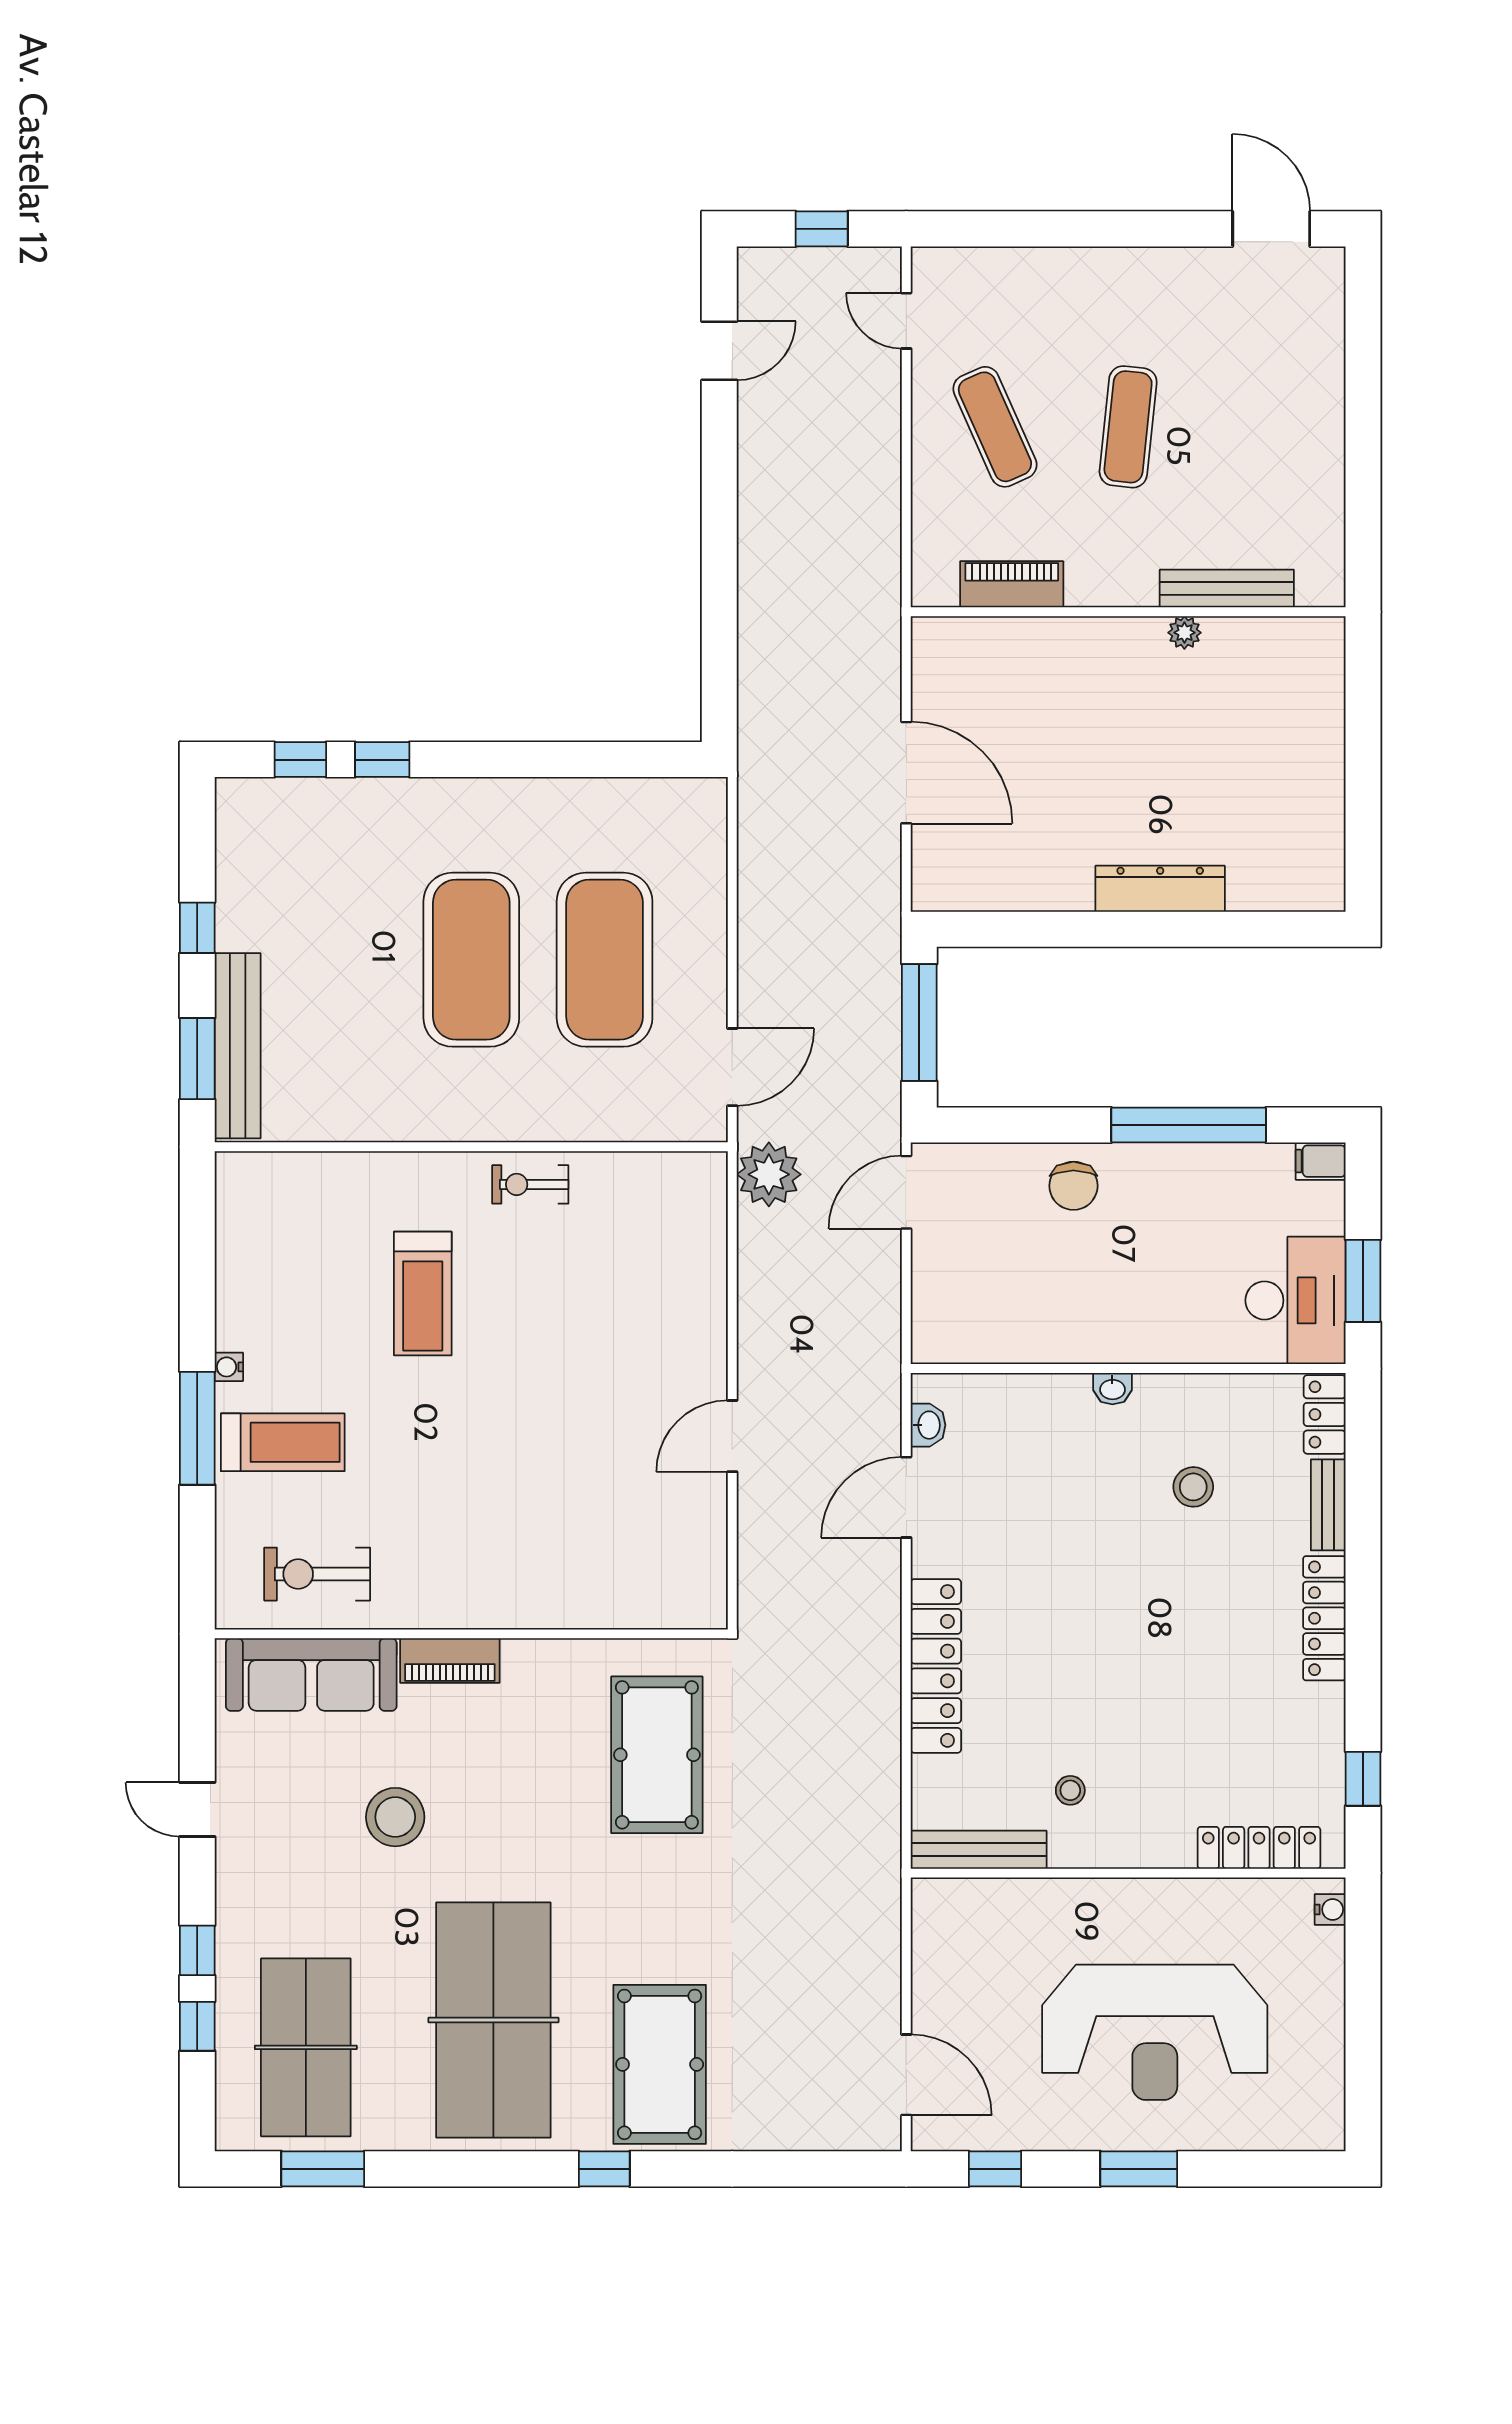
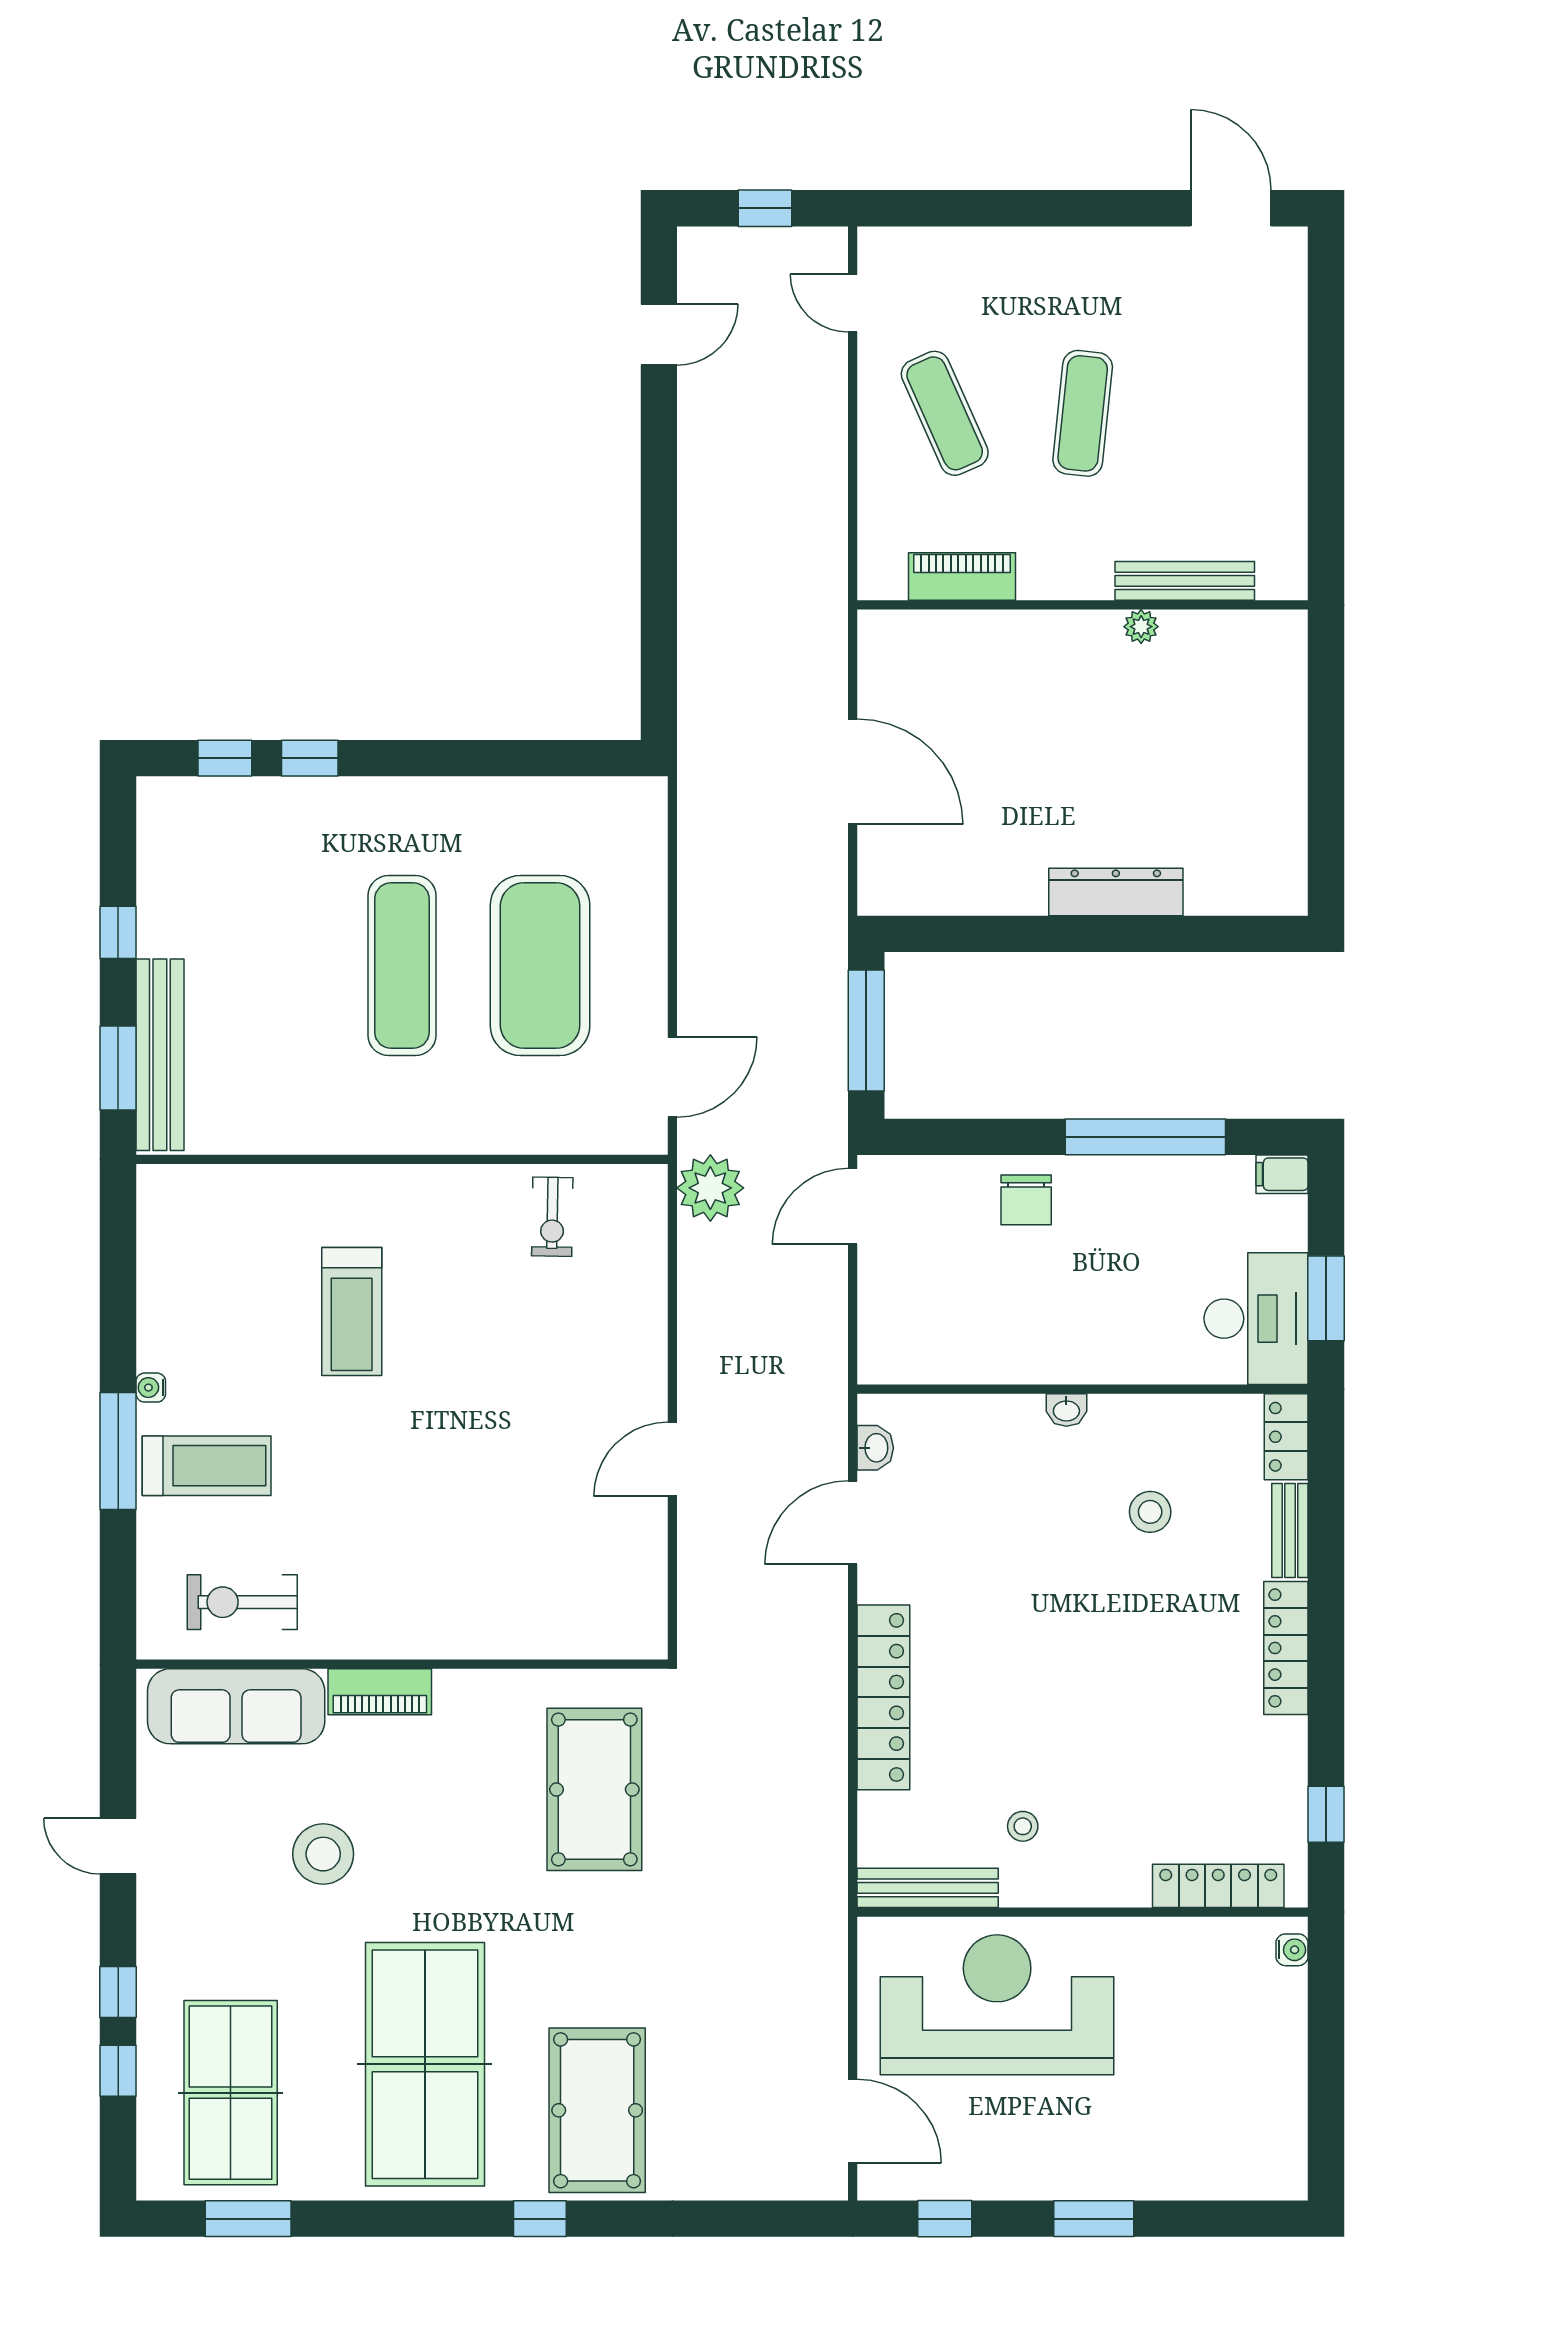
exercise mat: (471, 960) -> (402, 965), width x0.68
exercise bike: (530, 1184) -> (552, 1217), moved, turned -89
reception desk: (1155, 2032) -> (997, 2005), moved, turned 180

